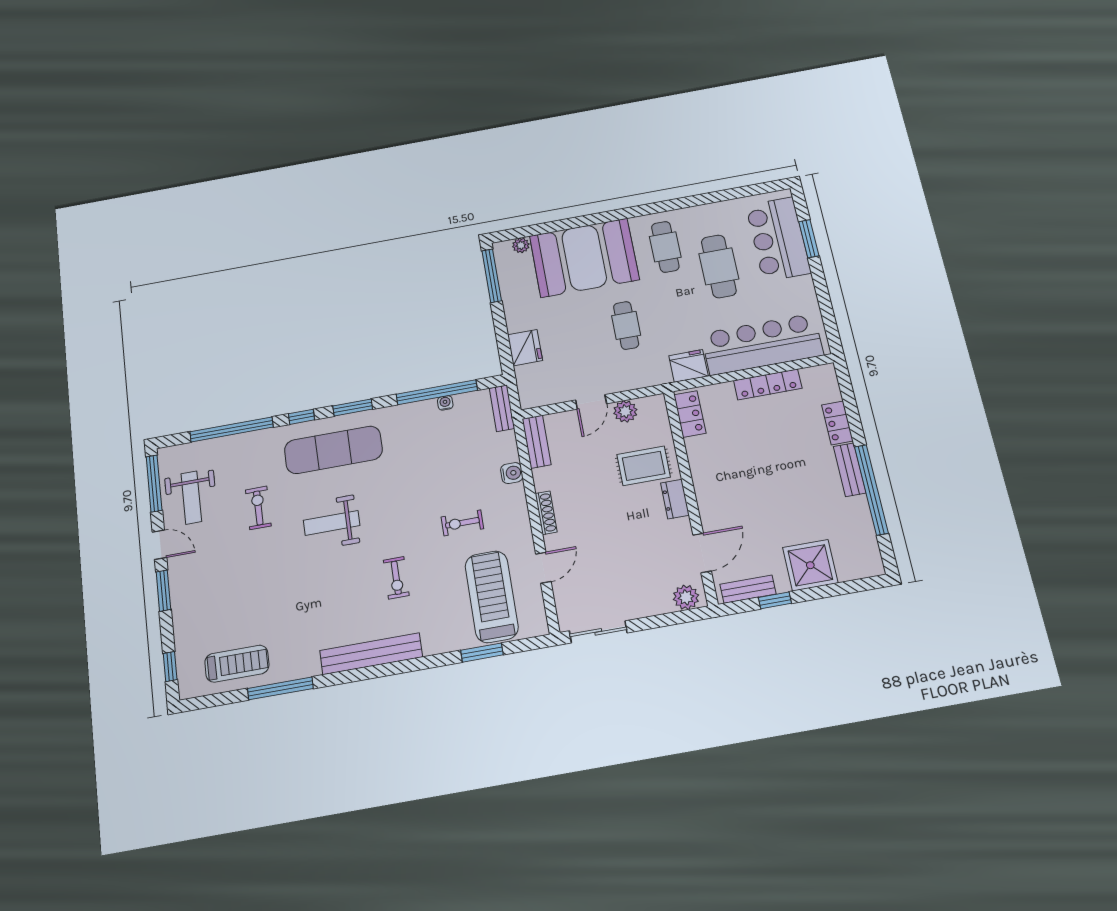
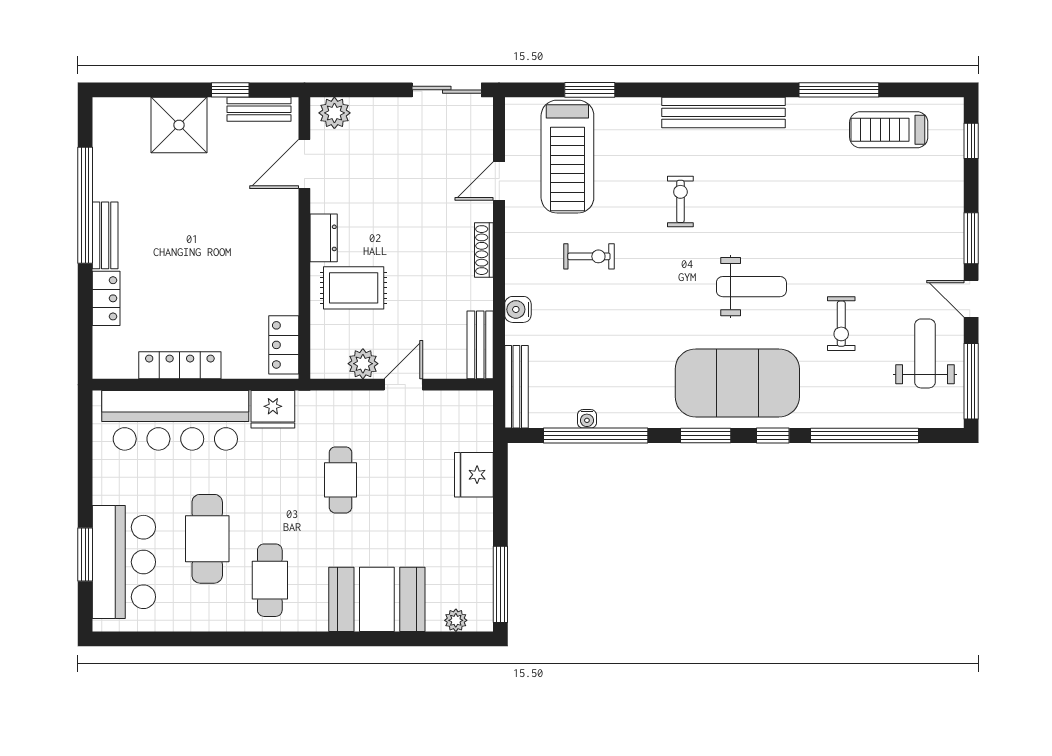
booth: (584, 258) -> (377, 599), width x0.73, depth x0.70
bench: (502, 408) -> (516, 387), width x1.36
exercise mat: (333, 450) -> (737, 383), width x1.47

